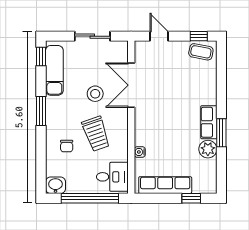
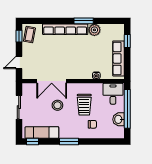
row of seats: (209, 122) -> (65, 29), width x2.02
trolley: (96, 134) -> (84, 105), turned 109
washbasin: (55, 185) -> (119, 119), moved

